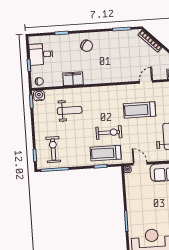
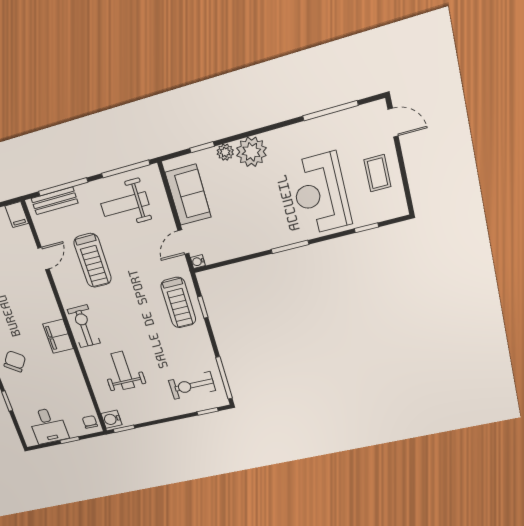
filing cabinet: (73, 79) -> (58, 336), moved
door: (146, 82) -> (43, 259), swing flipped
exercise bike: (109, 132) -> (84, 326), moved

